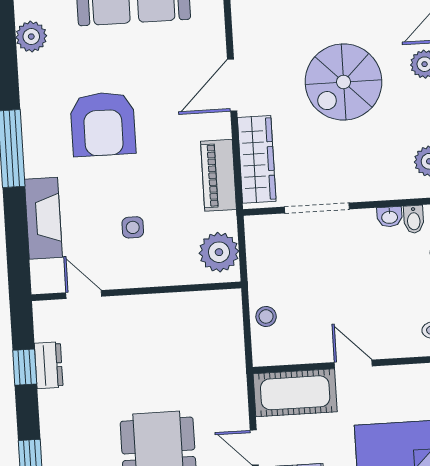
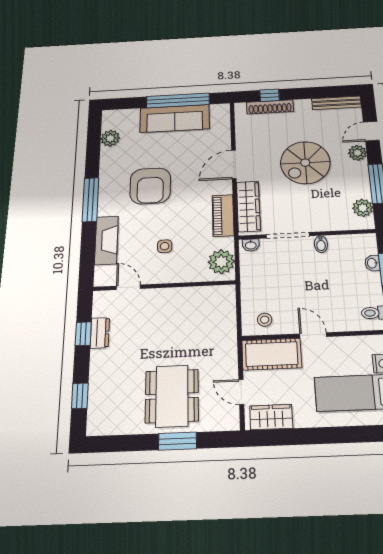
washbasin: (390, 217) -> (251, 245), moved
bidet: (414, 219) -> (321, 244), moved
stool: (266, 316) -> (265, 320), moved

